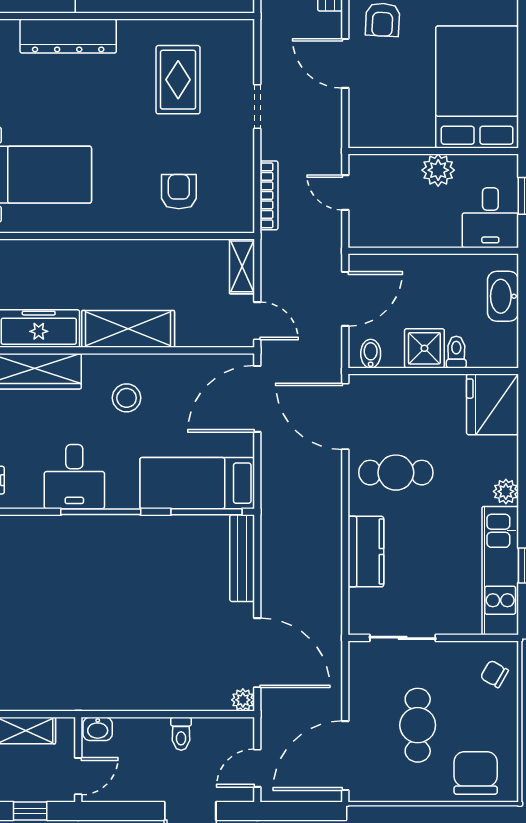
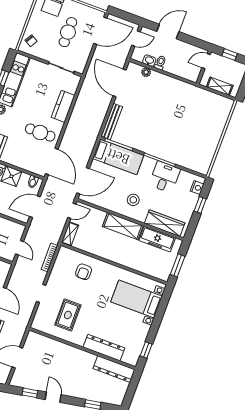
door: (257, 321) -> (72, 211), swing flipped
plant: (243, 700) -> (146, 72), moved
washbasin: (98, 729) -> (149, 61), moved

